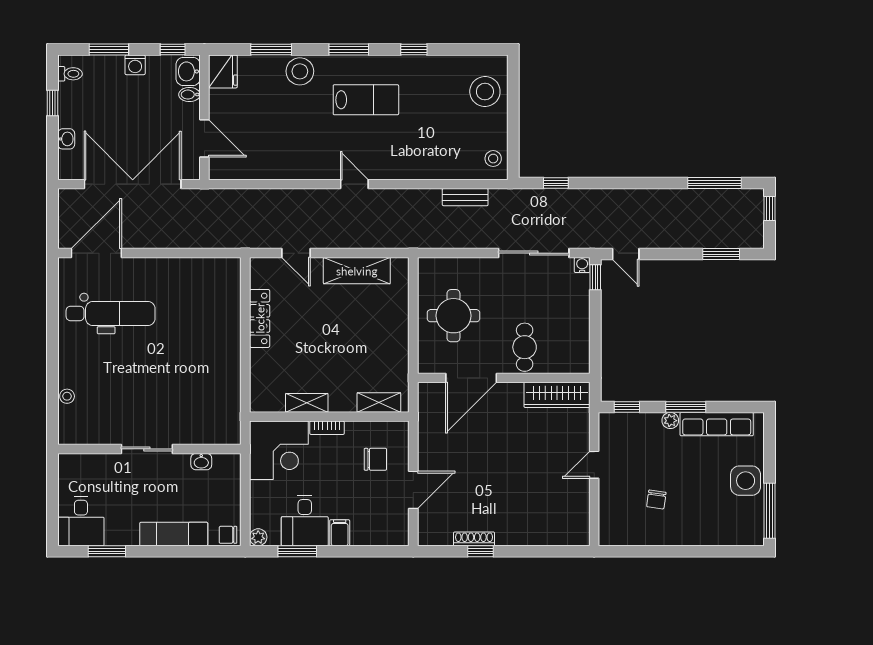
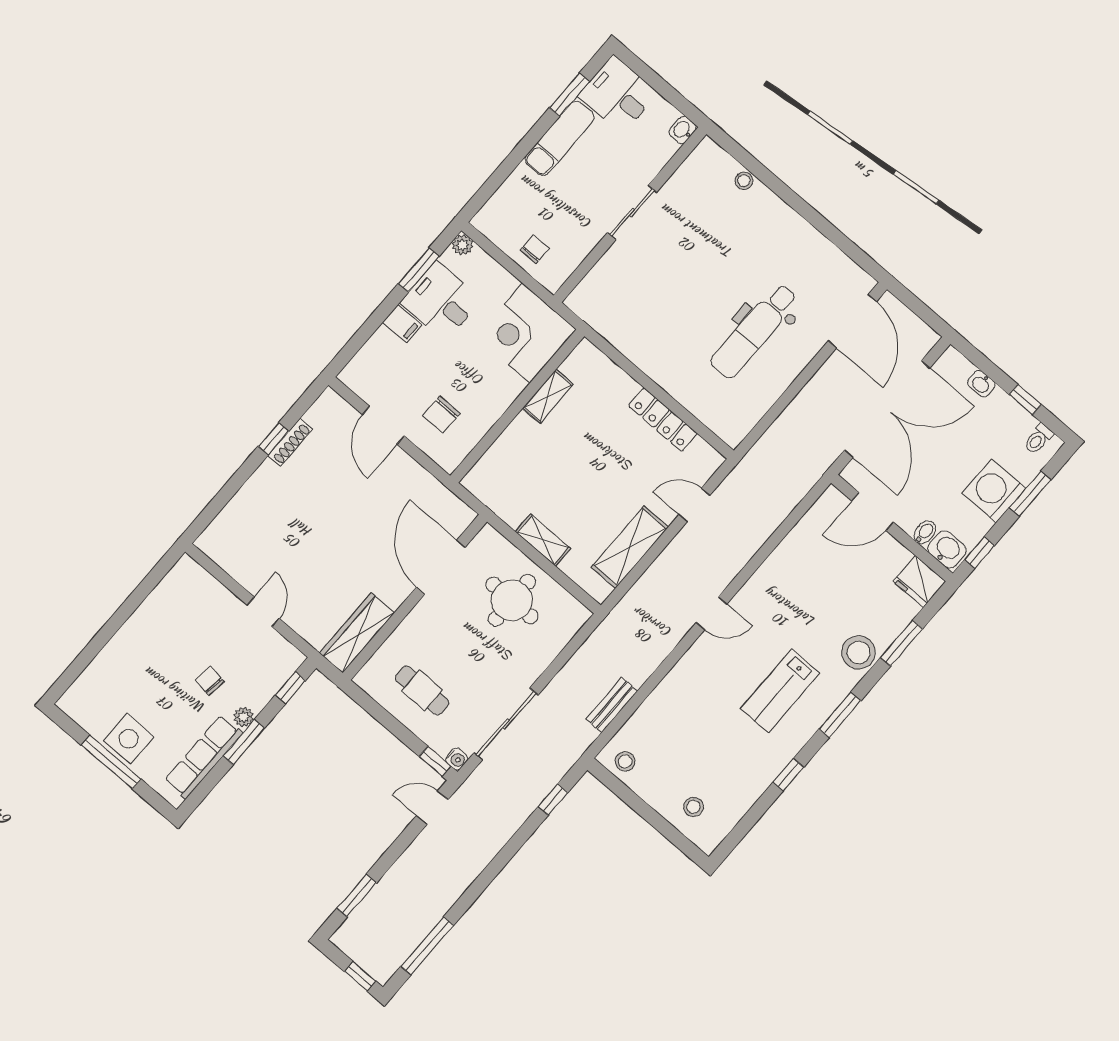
washing machine: (135, 65) -> (994, 491), width x1.89, depth x1.89
stool: (485, 92) -> (693, 807), width x0.53, depth x0.53
dental chair: (111, 313) -> (754, 331), moved
cafe table: (525, 347) -> (422, 690), moved
shelving: (379, 403) -> (543, 540), moved, turned 90
bookcase: (327, 428) -> (509, 395), removed
washbasin: (201, 462) -> (683, 130), moved
chair: (656, 499) -> (210, 681), moved
window: (770, 511) -> (111, 762), moved
exam couch: (174, 534) -> (560, 138), moved
chair: (228, 535) -> (535, 249), moved

